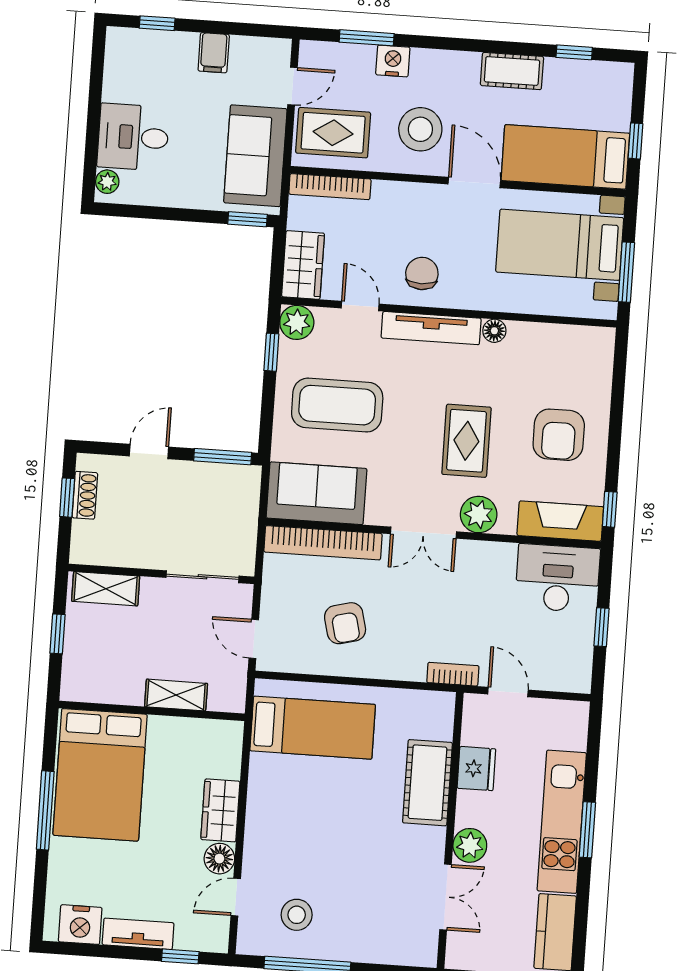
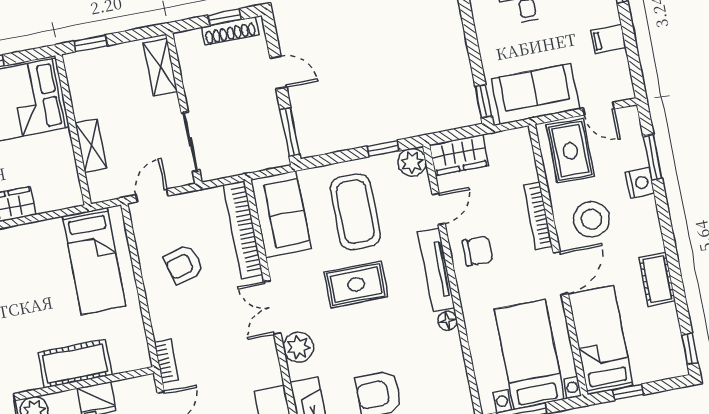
window: (574, 52) -> (690, 349), moved
bookcase: (330, 187) -> (538, 216), moved
rug: (466, 441) -> (356, 284), moved
shoe rack: (85, 495) -> (230, 31), width x1.43
window: (58, 634) -> (90, 43), moved

